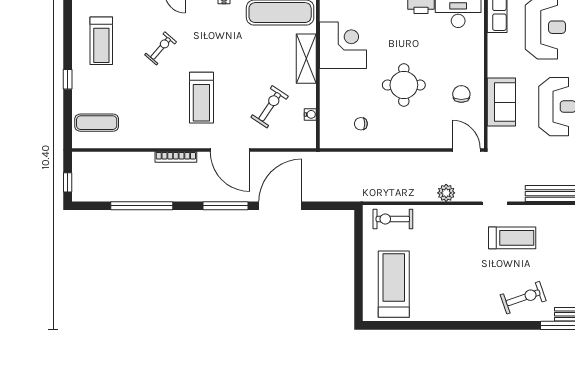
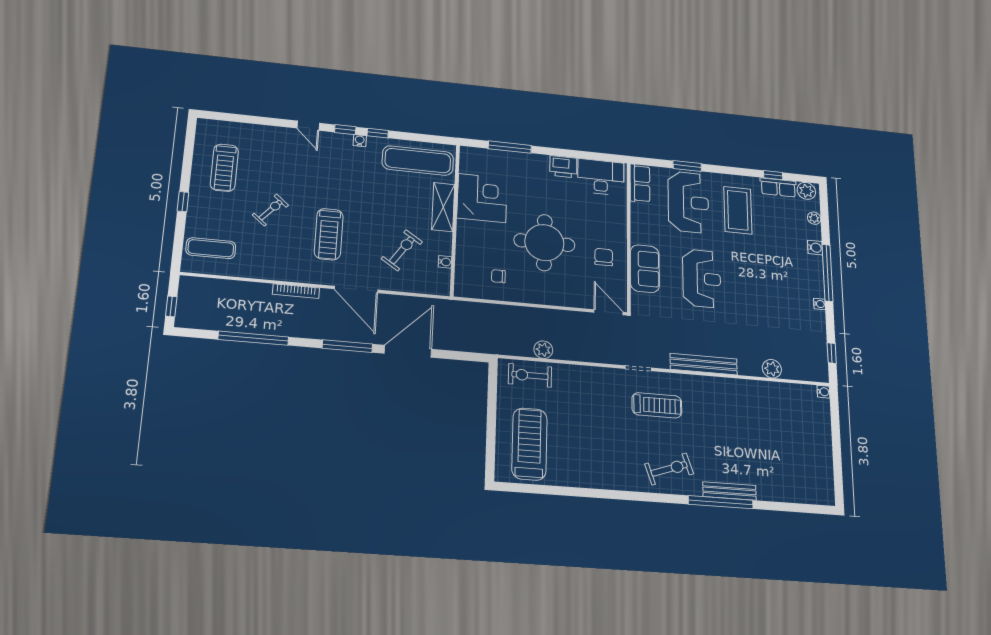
exercise bike: (161, 48) -> (271, 210), moved
round table: (404, 85) -> (544, 243), width x1.36, depth x1.36
plant: (446, 193) -> (543, 350), moved

